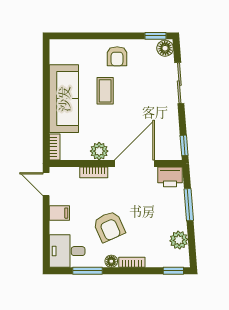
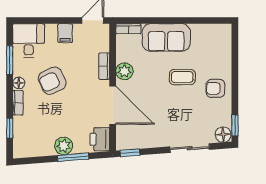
sofa: (64, 99) -> (166, 38), width x0.73
plant: (179, 240) -> (64, 146), moved
window: (173, 271) -> (10, 128), moved

